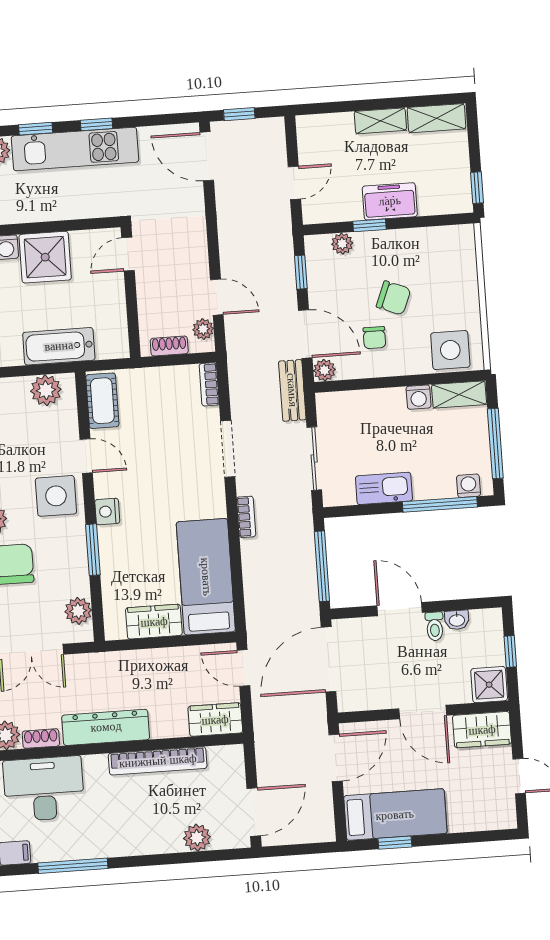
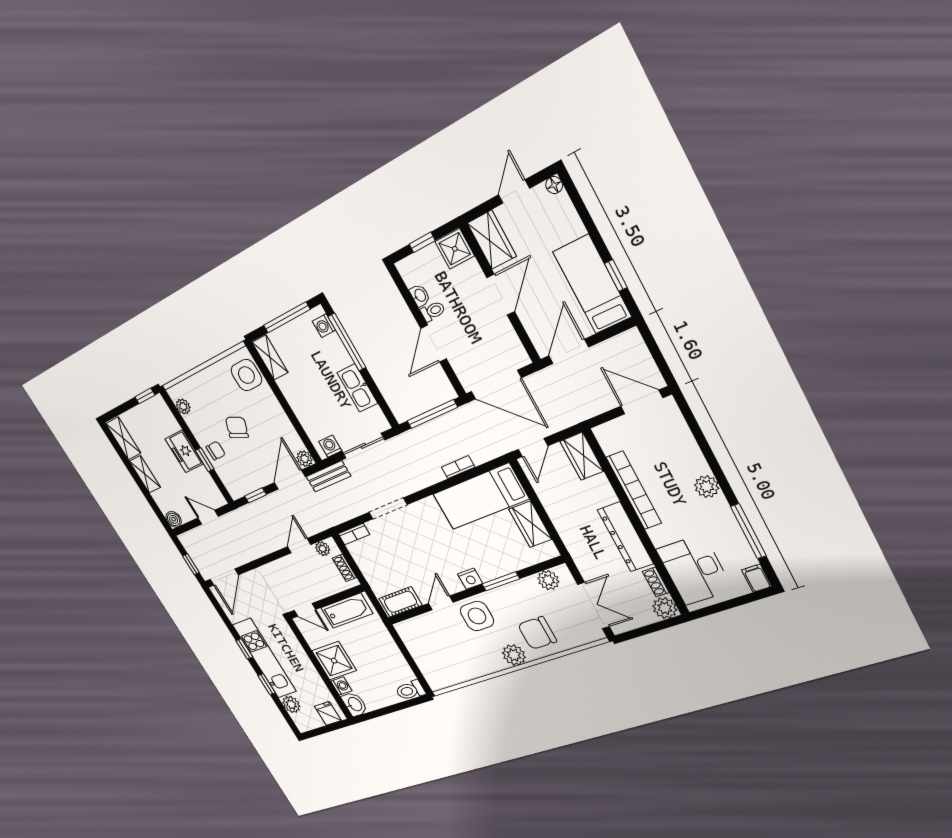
boiler: (308, 127) -> (174, 519), added
plant: (342, 244) -> (183, 406), moved
chair: (374, 338) -> (216, 451), moved
bathtub: (59, 346) -> (347, 611), moved, turned -90
plant: (46, 390) -> (413, 640), removed
washing machine: (419, 397) -> (330, 446), moved, turned -90
bookcase: (246, 517) -> (458, 467), moved
door: (336, 758) -> (569, 351), hinge flipped
floor lamp: (508, 820) -> (554, 185), added
plant: (197, 838) -> (707, 487), moved

